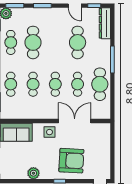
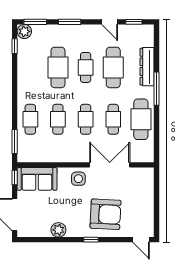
dresser: (105, 23) -> (147, 67), moved
cafe table: (11, 42) -> (86, 67), moved

